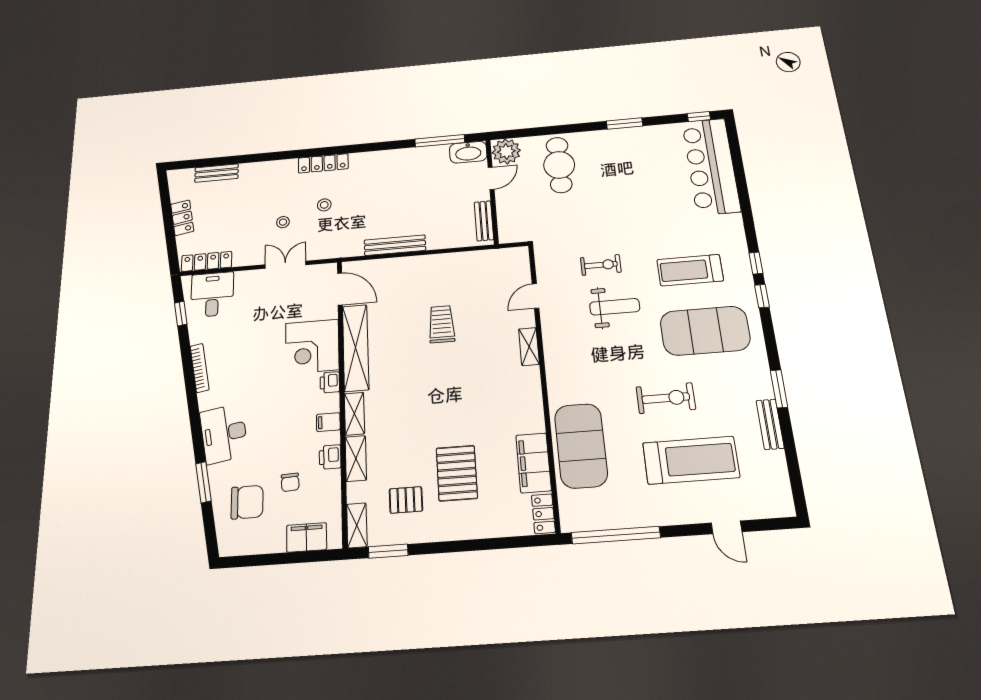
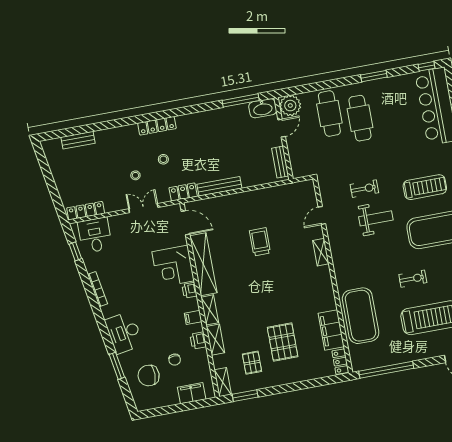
cafe table: (601, 174) -> (360, 118), added
locker: (182, 218) -> (183, 192), moved, turned -80
treadmill: (690, 270) -> (425, 187), turned 180
exercise bike: (666, 398) -> (413, 279), width x0.73, depth x0.72
pallet: (406, 500) -> (252, 363), turned 90
chair: (247, 502) -> (149, 375), turned 180

